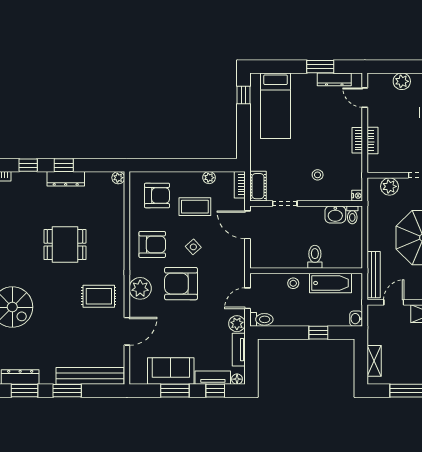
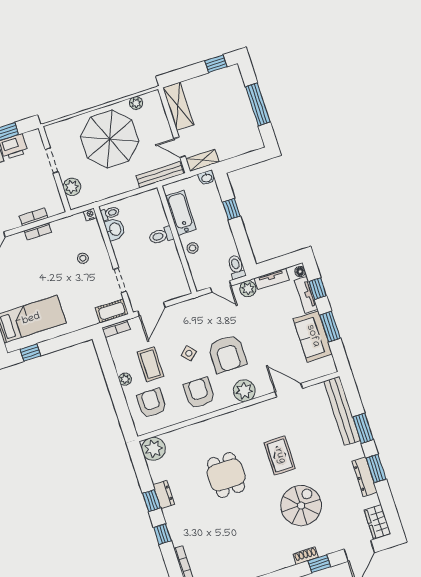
plant: (118, 178) -> (153, 449), width x1.88, depth x1.88
plant: (209, 178) -> (125, 379), moved
dresser: (66, 179) -> (164, 495), width x0.70
rug: (99, 296) -> (280, 456), moved
shelving: (374, 361) -> (202, 160), moved

